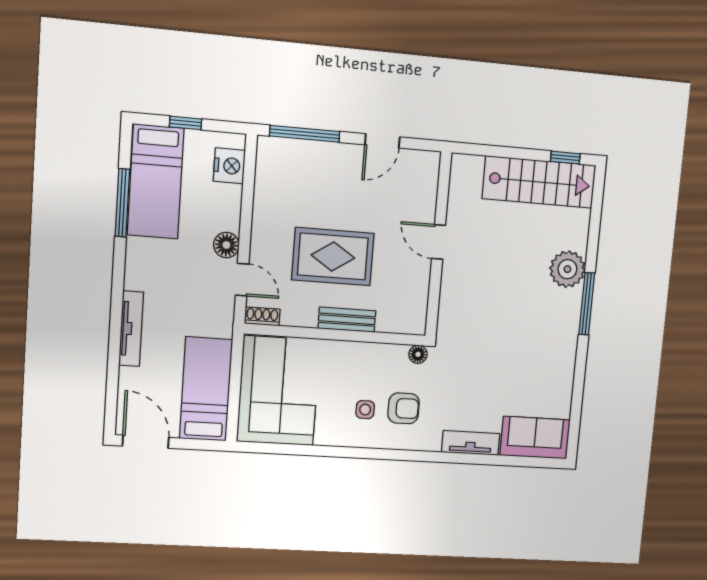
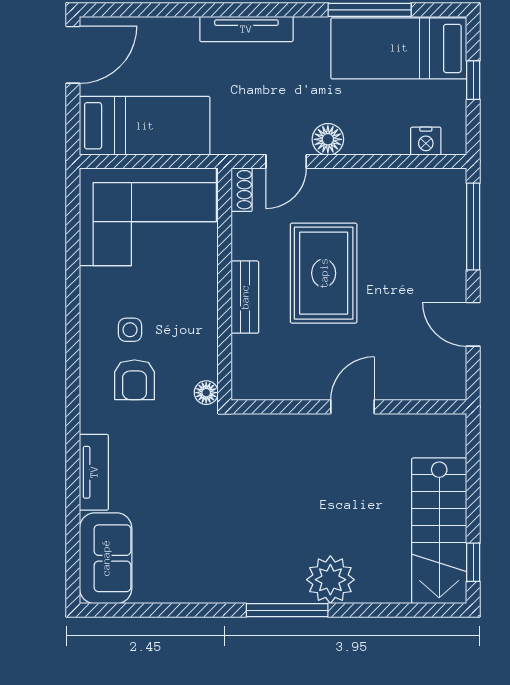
nightstand: (229, 166) -> (426, 141), width x0.74, depth x0.75
tv unit: (131, 329) -> (246, 29), moved

